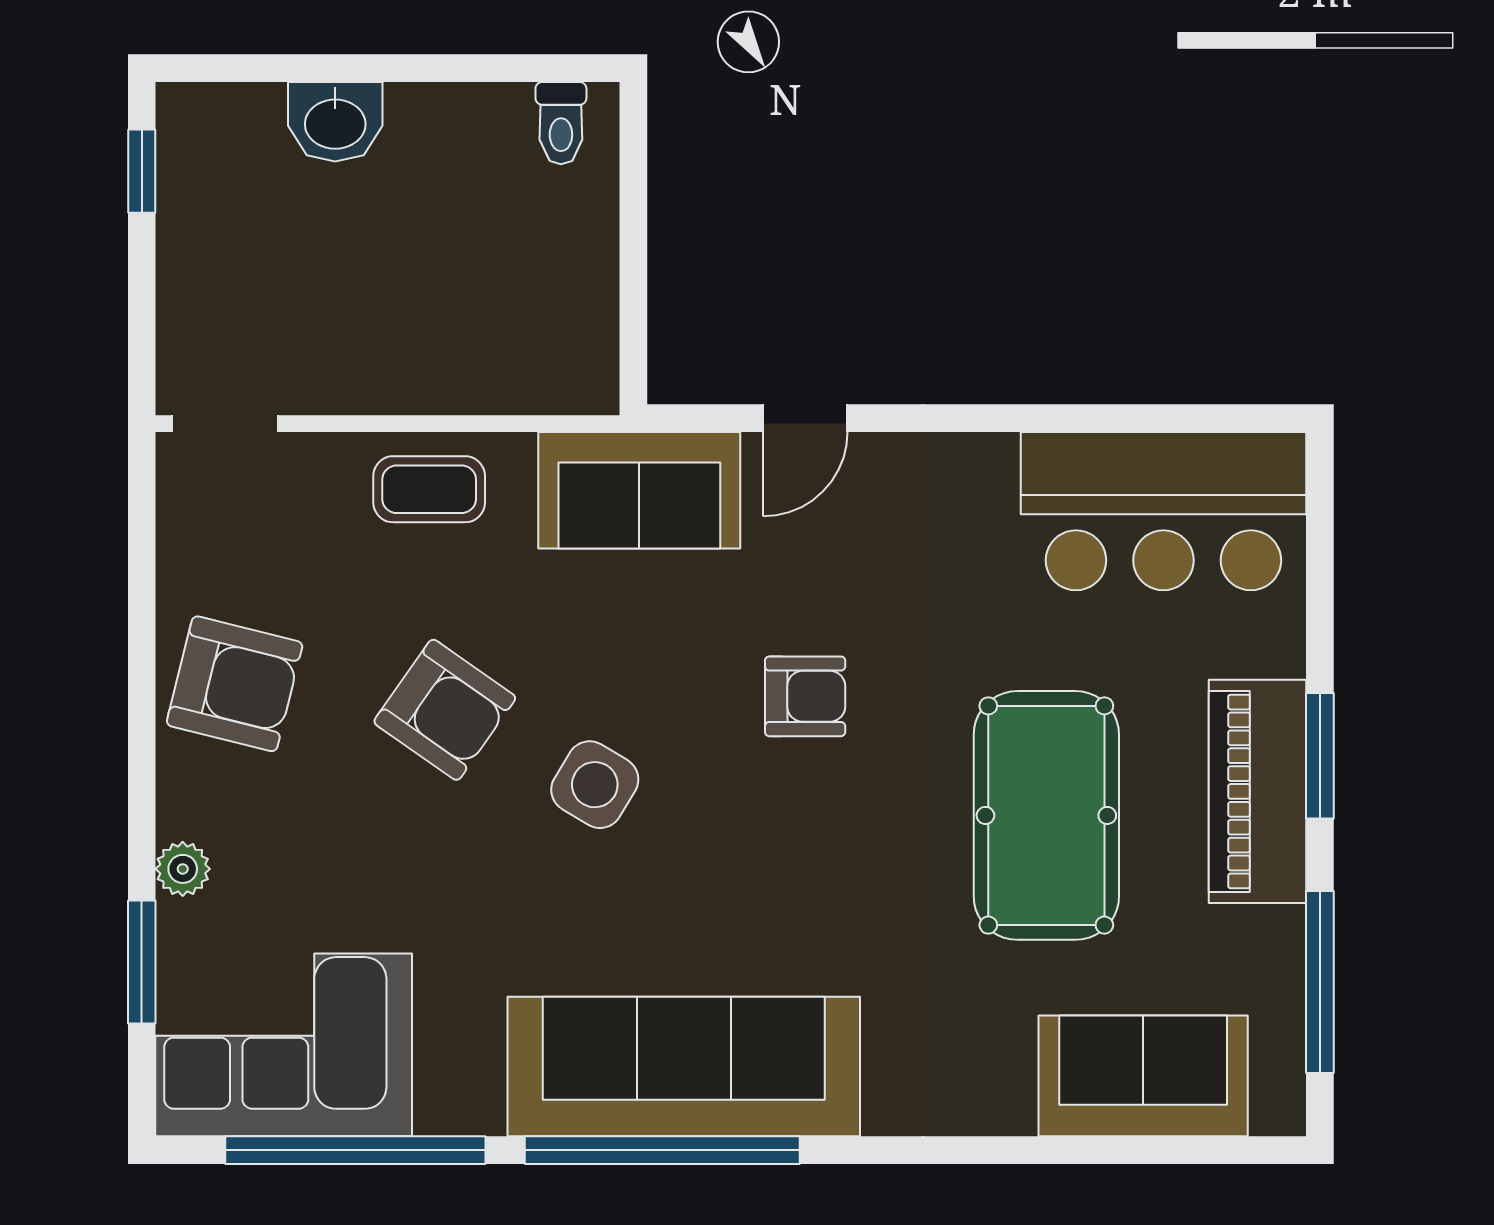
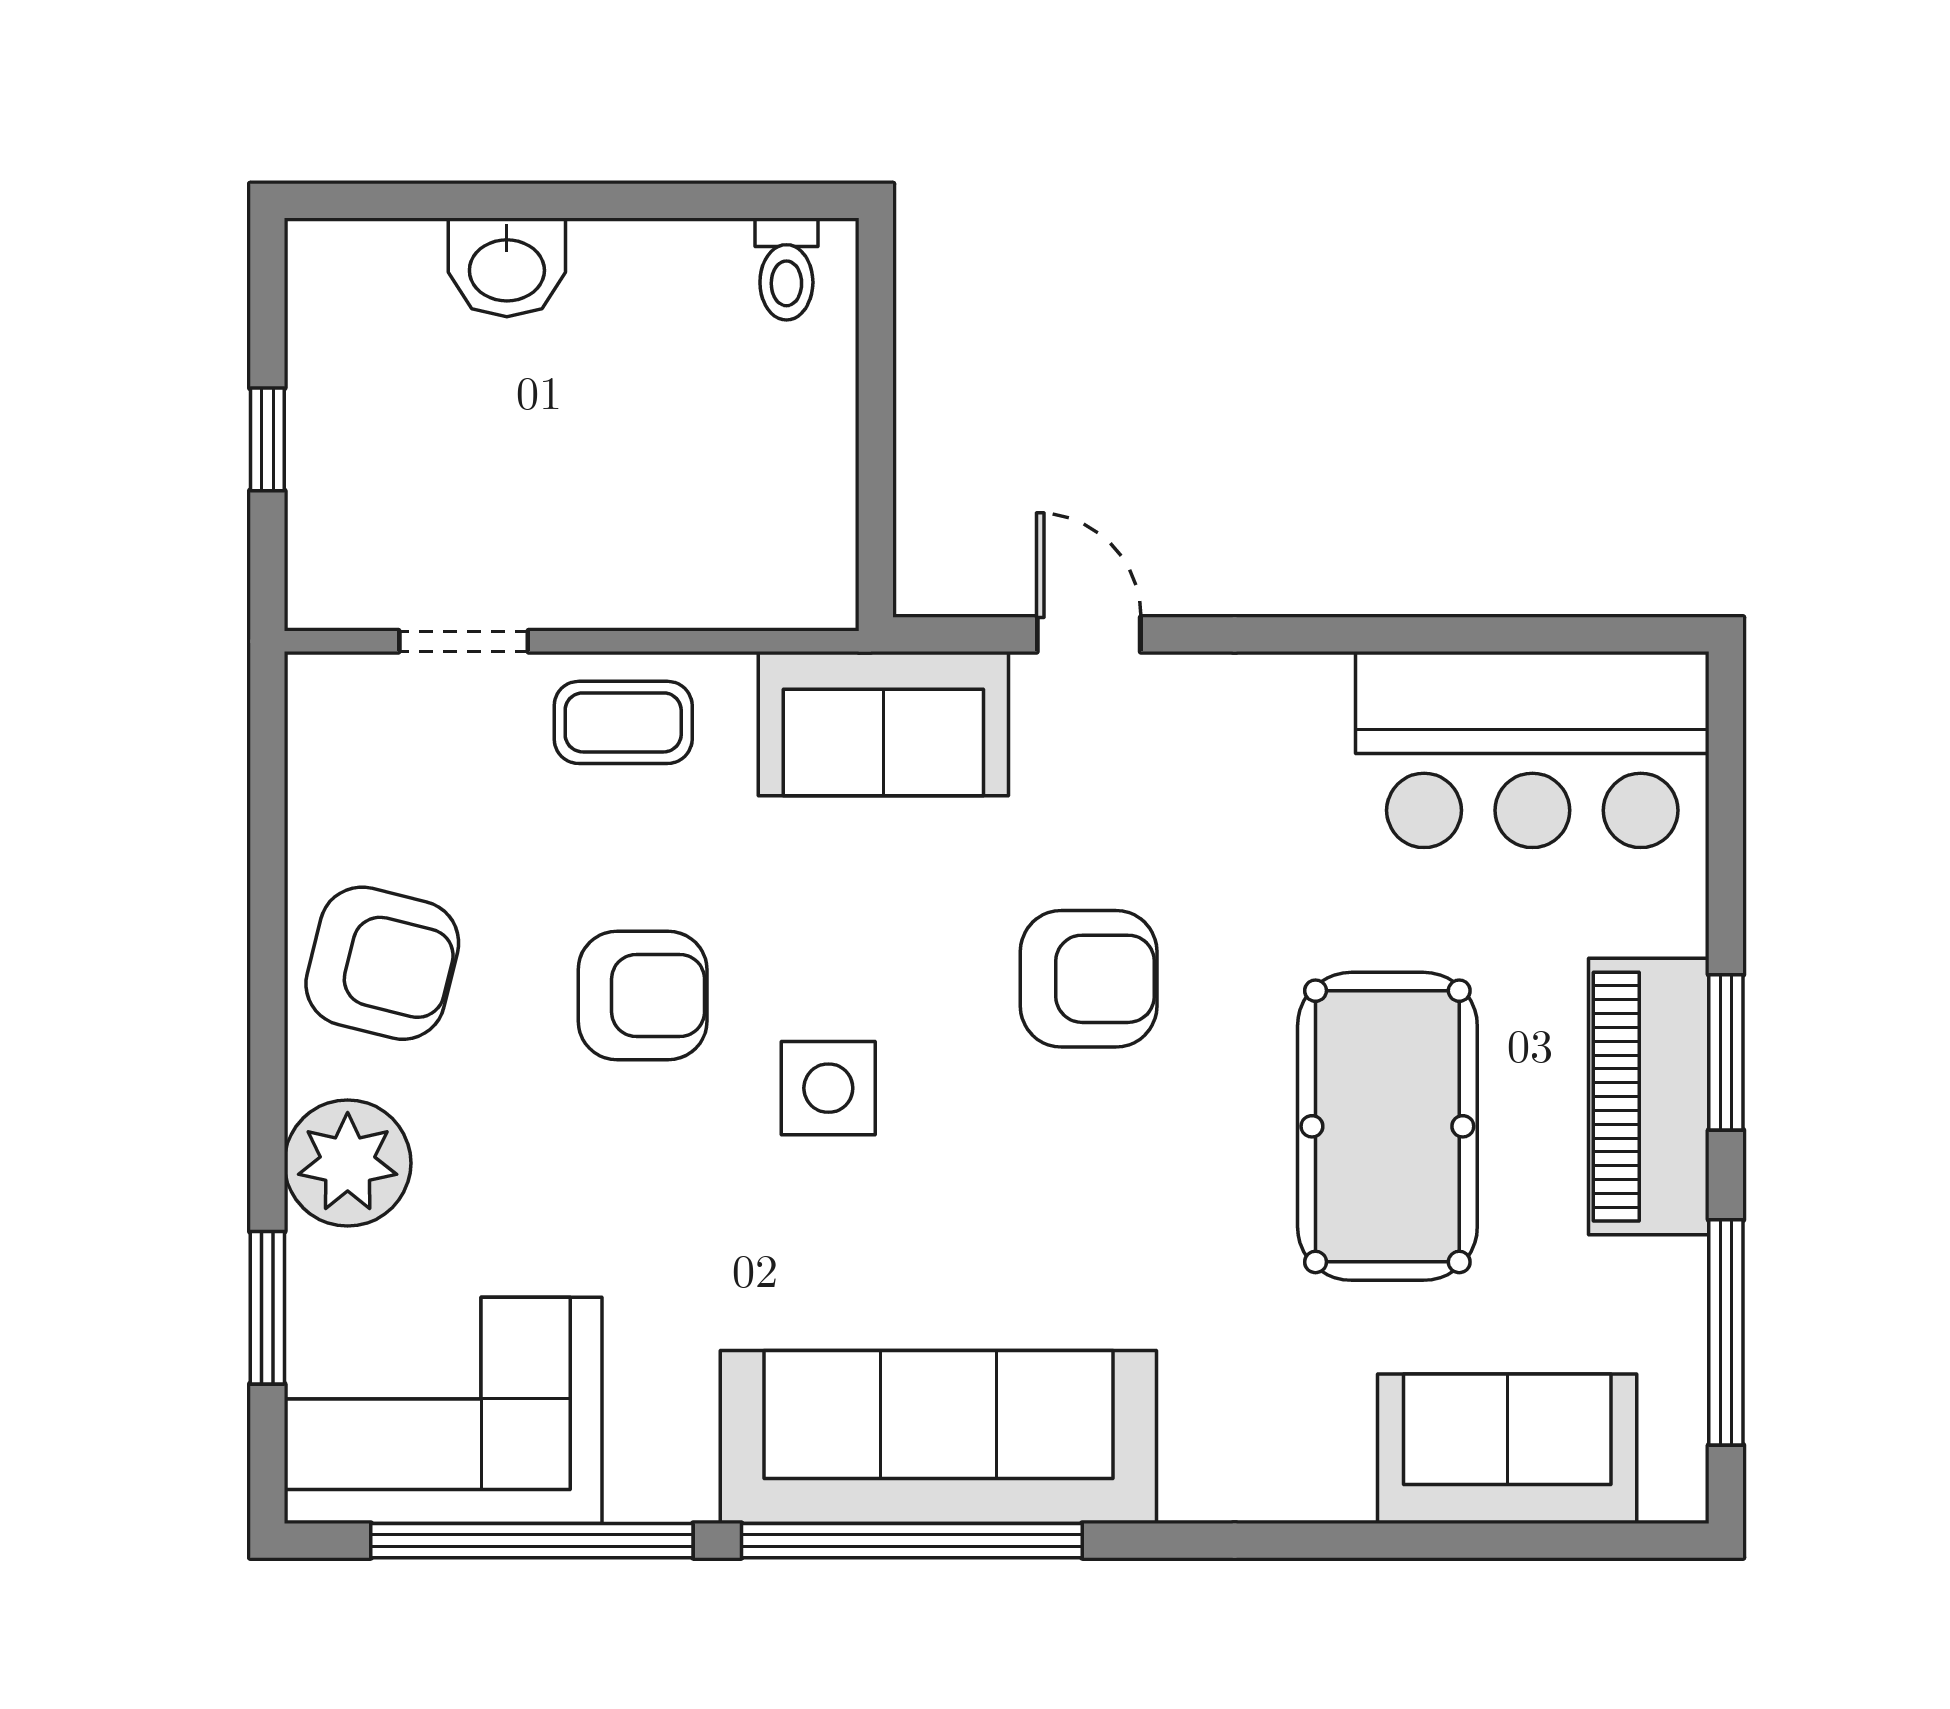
window: (142, 171) -> (267, 439), moved
door: (805, 418) -> (1089, 634), swing flipped
doorway: (225, 424) -> (464, 641), moved
armchair: (805, 696) -> (1089, 979), width x1.38, depth x1.38
armchair: (445, 710) -> (643, 995), turned -35
side table: (595, 785) -> (828, 1088), turned -31
plant: (183, 869) -> (348, 1163), width x1.87, depth x1.87

